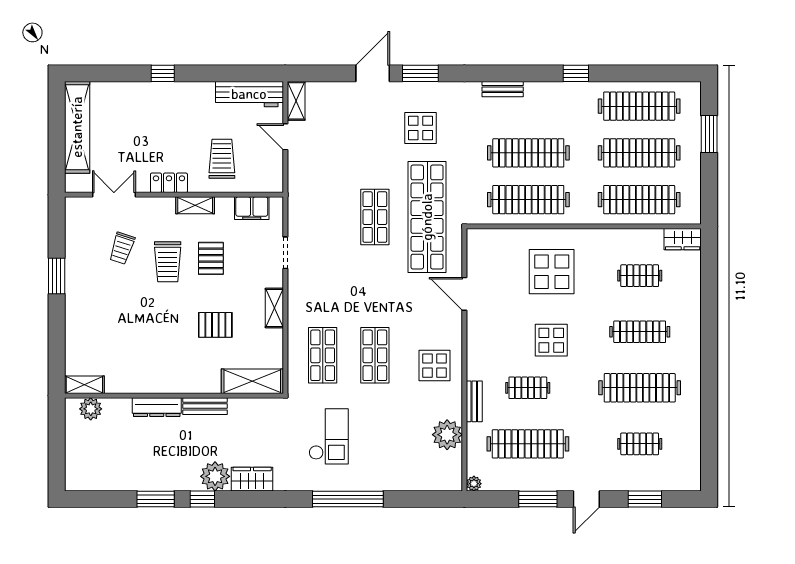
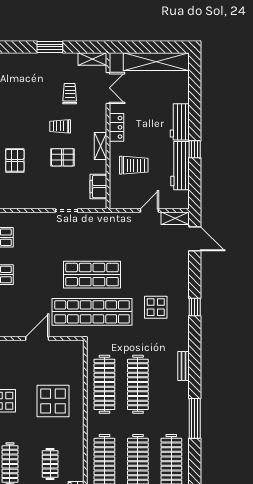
window: (163, 73) -> (195, 149), moved
door: (373, 73) -> (195, 239), moved
window: (420, 73) -> (195, 307), width x0.67
window: (576, 73) -> (195, 418), width x2.17
workbench: (161, 94) -> (180, 122), added
workbench: (249, 94) -> (180, 166), moved
shop shelf: (375, 217) -> (92, 275), width x1.43, depth x1.36
trolley: (122, 248) -> (70, 94), turned 72
trolley: (168, 262) -> (60, 126), width x0.73, depth x0.72
shelving: (274, 308) -> (92, 59), moved

